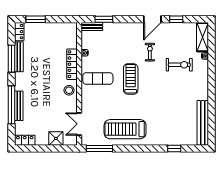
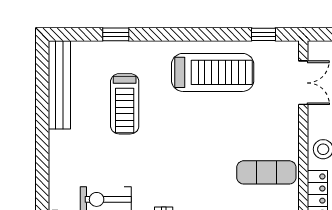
treadmill: (131, 79) -> (125, 104), moved
window: (99, 148) -> (263, 34), width x0.46

